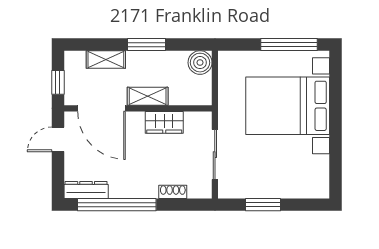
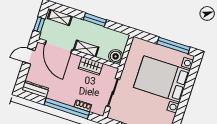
shelving: (106, 59) -> (60, 17), moved
boiler: (200, 63) -> (116, 56), moved
window: (117, 205) -> (67, 108), moved

